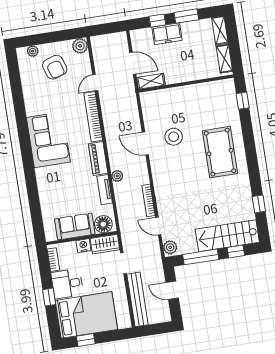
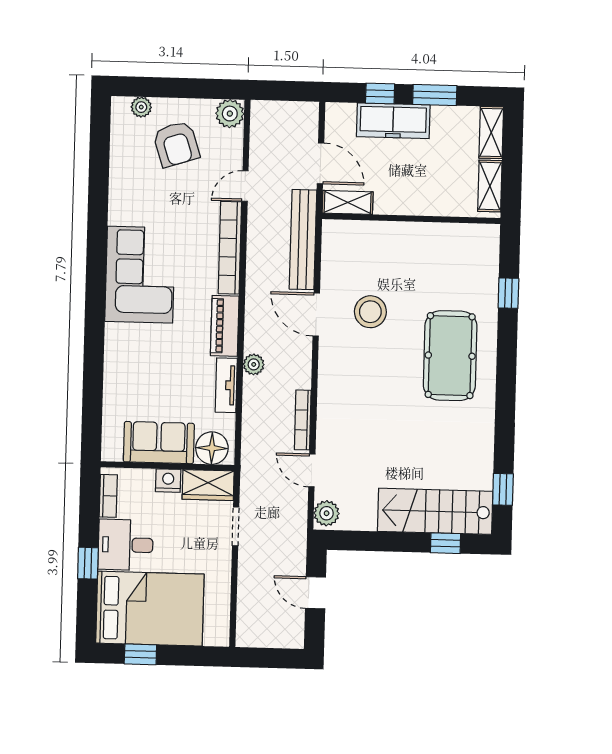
freezer: (167, 34) -> (393, 121), width x1.40
window: (243, 101) -> (508, 293), moved
window: (259, 204) -> (503, 489), moved
window: (201, 257) -> (379, 541), removed
bench: (137, 299) -> (303, 240), moved

